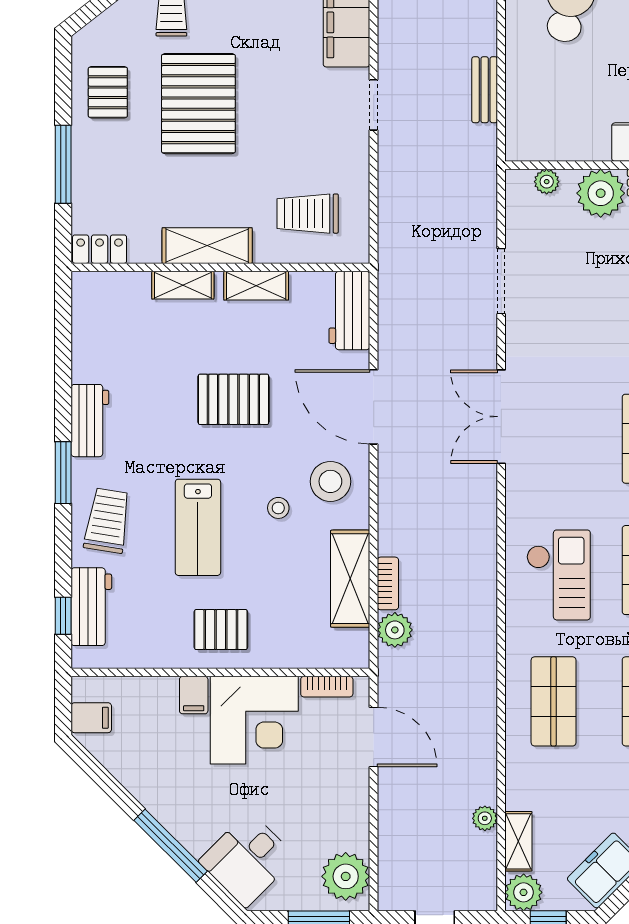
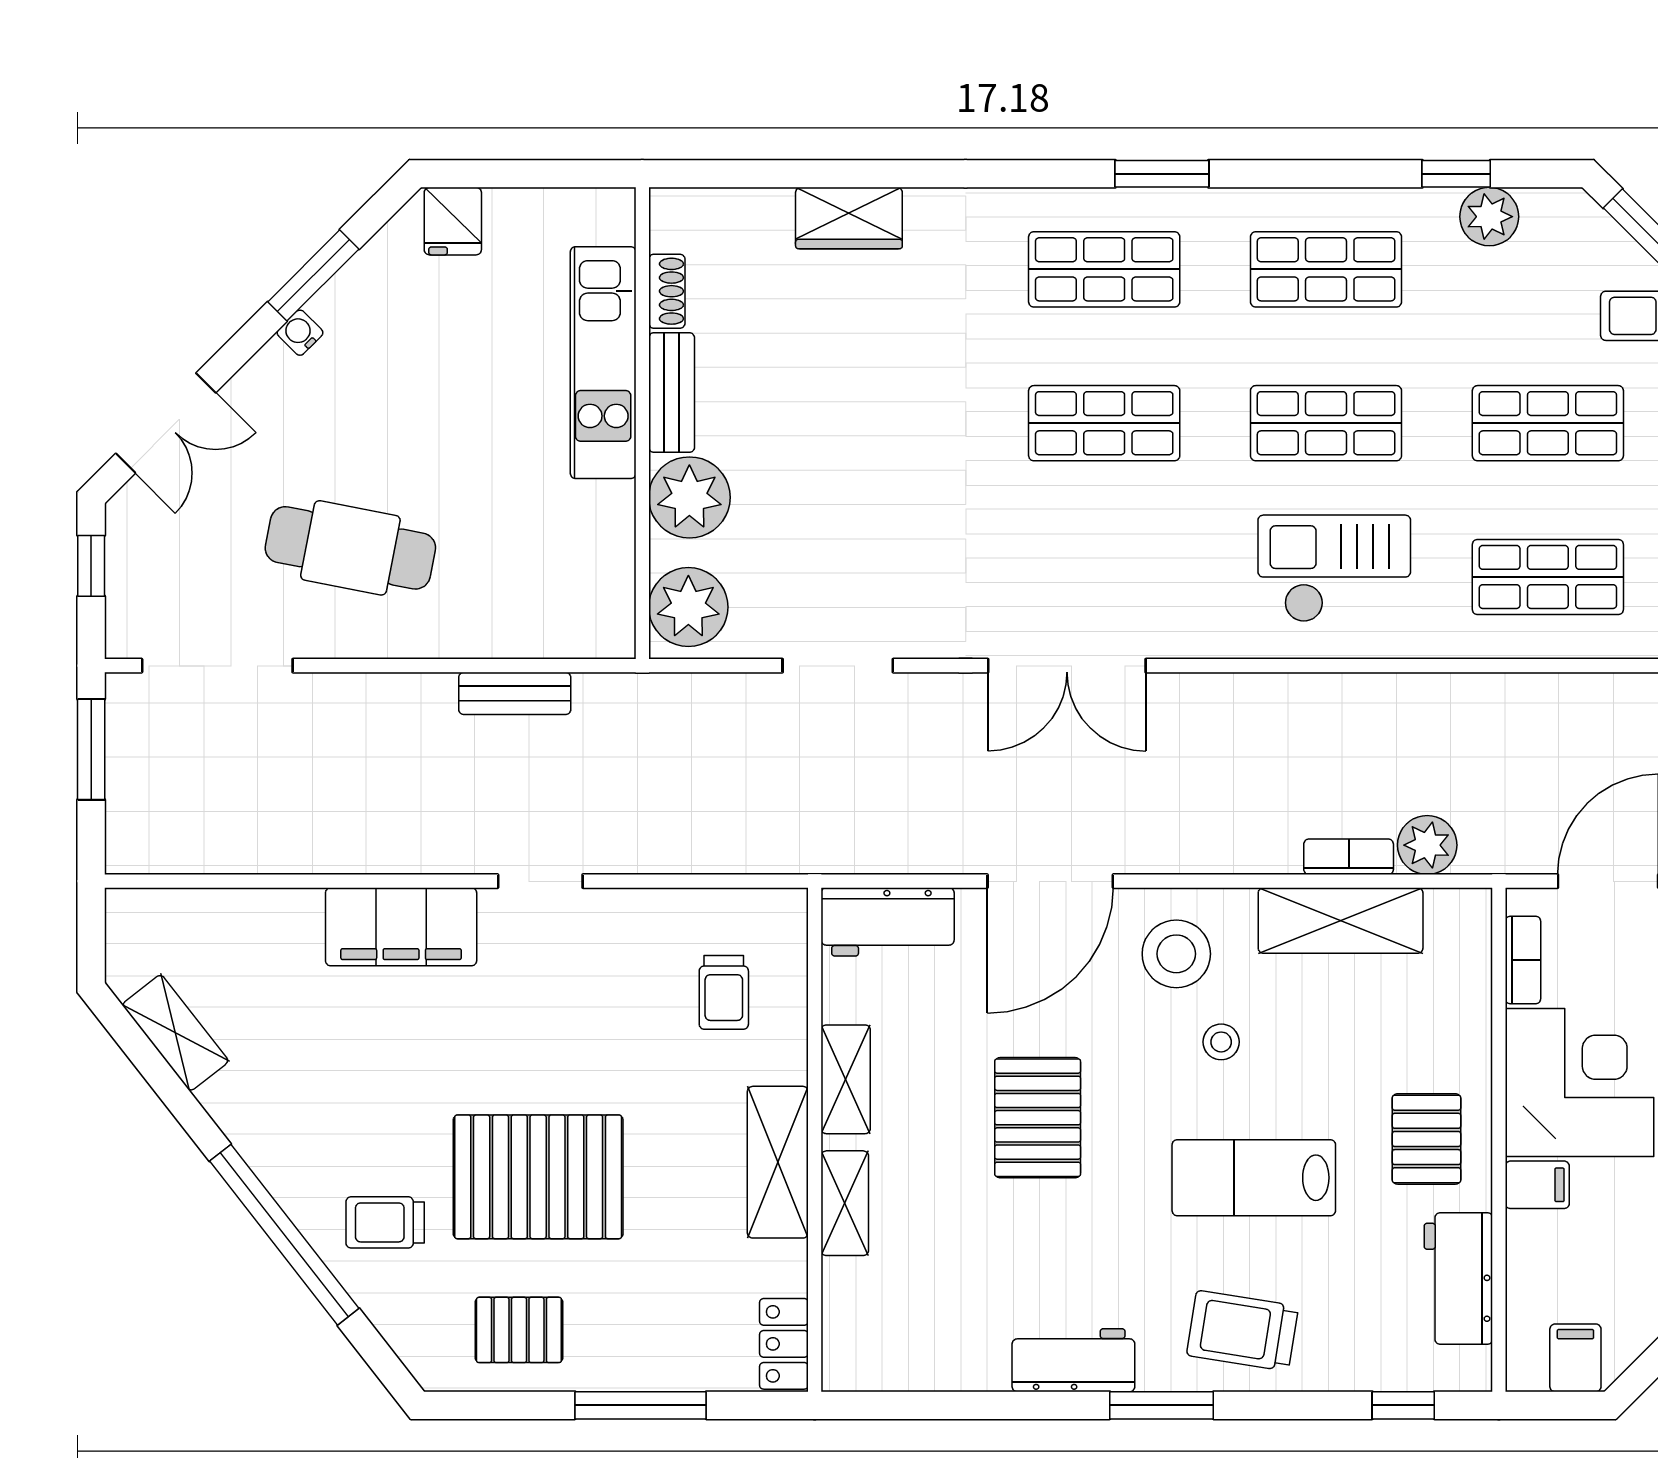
plant: (547, 182) -> (688, 607), width x1.88, depth x1.88
trolley: (308, 214) -> (724, 992), width x0.73, depth x0.72
lab bench: (198, 527) -> (1254, 1178), turned 180
workbench: (91, 607) -> (1458, 1278), moved, turned -90

